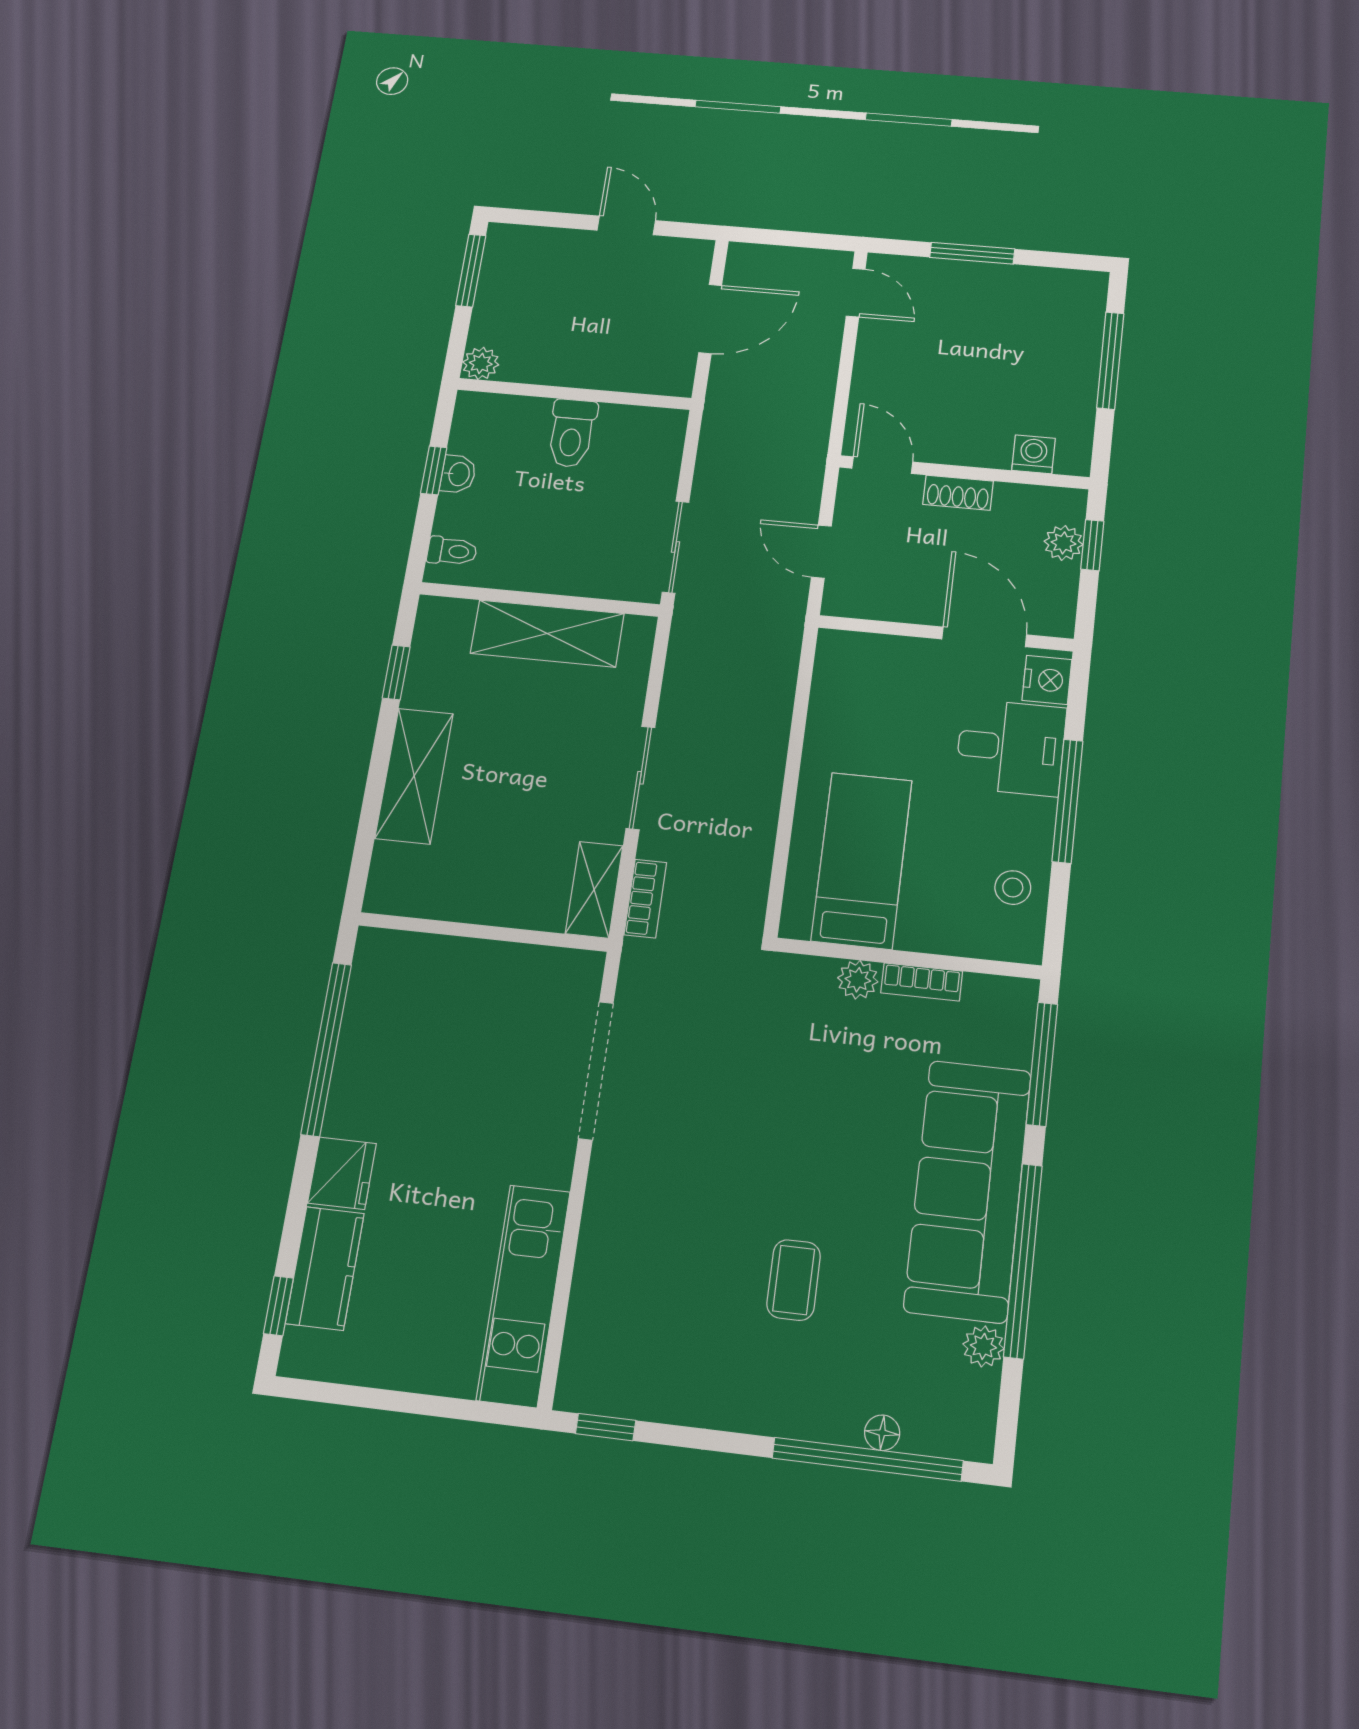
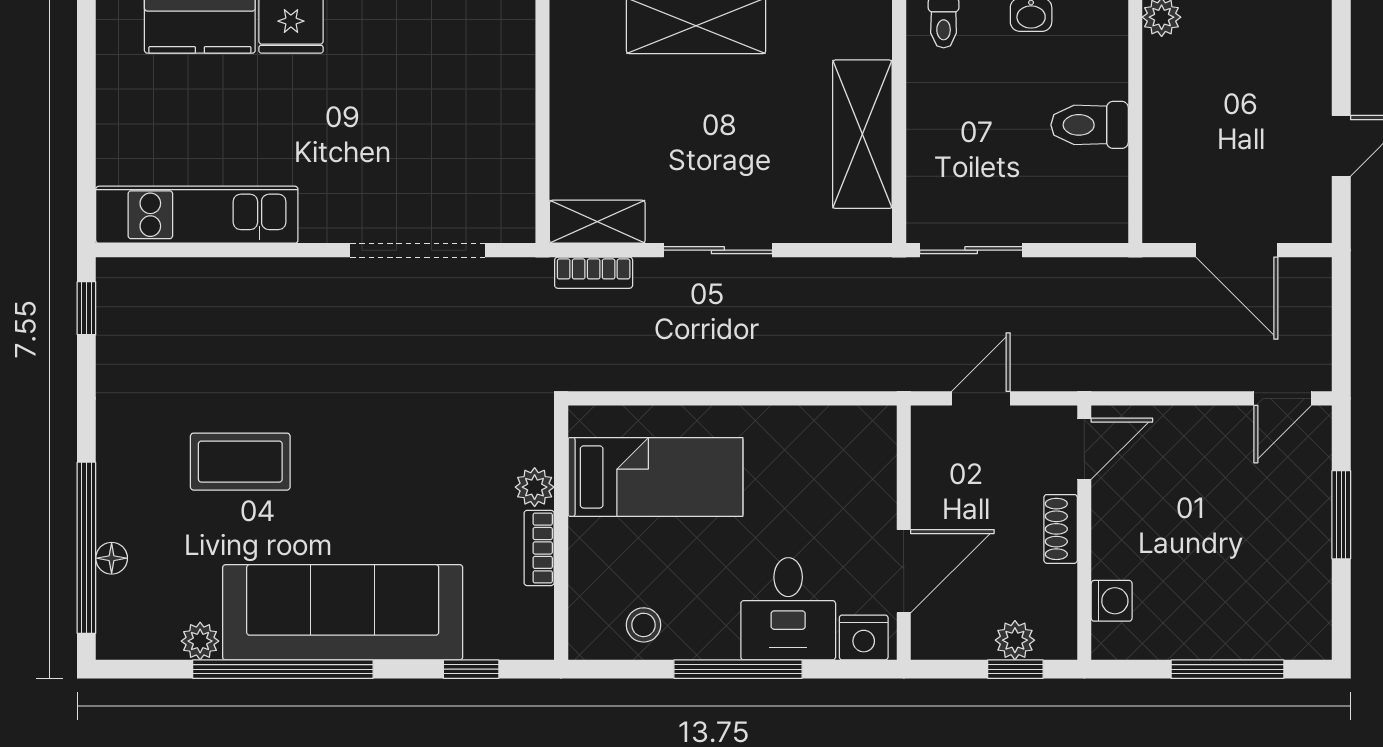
window: (1042, 1064) -> (471, 669), width x0.46
coffee table: (794, 1280) -> (240, 462), width x1.36, depth x1.30

